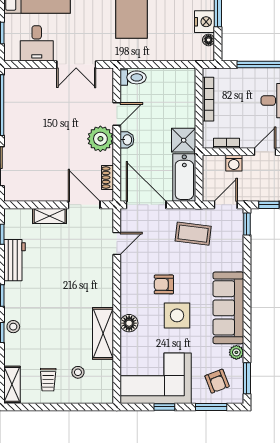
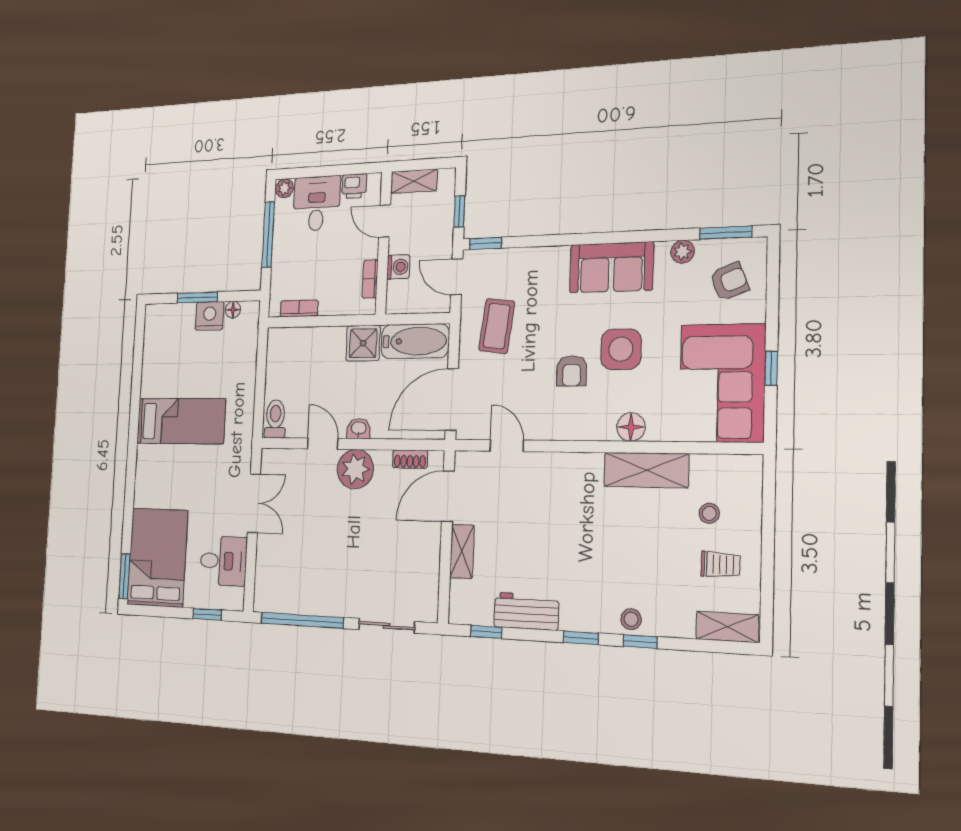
bookcase: (208, 99) -> (299, 308), width x0.64
sofa: (228, 308) -> (611, 267), width x0.73
window: (211, 407) -> (773, 290), removed

